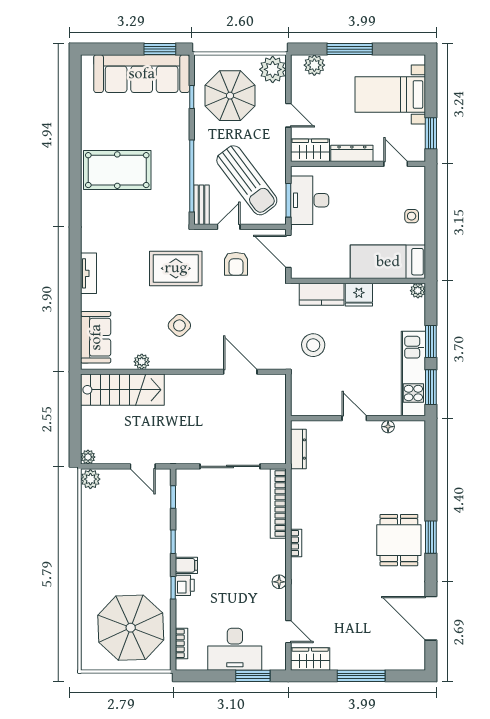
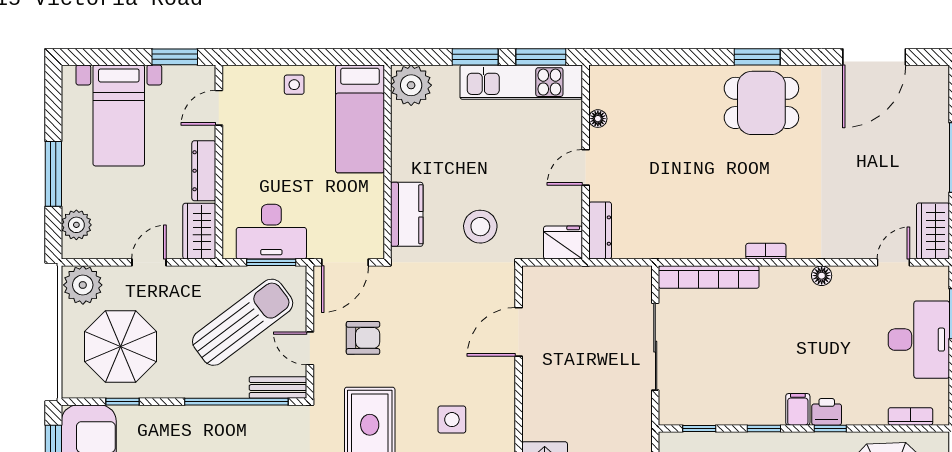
plant: (418, 291) -> (411, 85), width x1.88, depth x1.88
fridge: (359, 295) -> (563, 243), moved, turned -90
side table: (179, 325) -> (452, 420), turned 45
dresser: (298, 449) -> (600, 231), moved, turned 90

